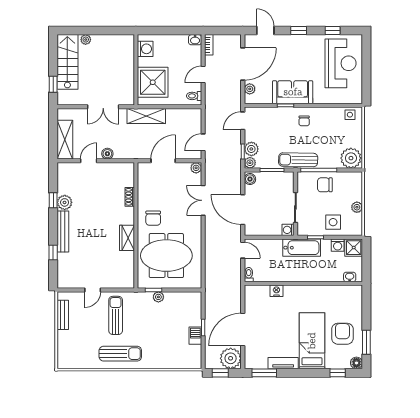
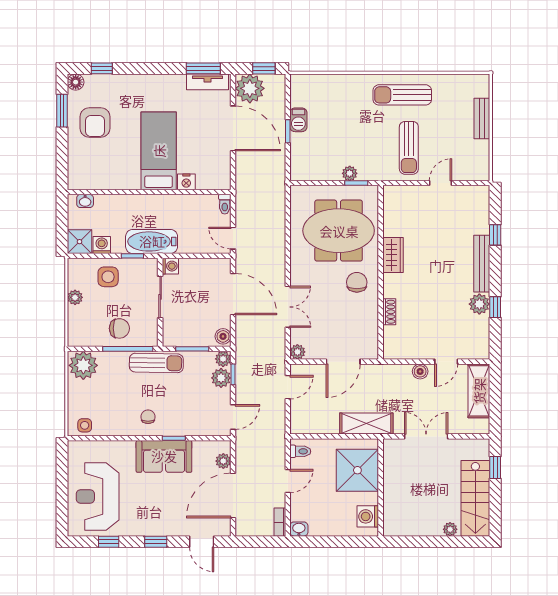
bench: (63, 315) -> (482, 118), moved
door: (243, 329) -> (233, 128), hinge flipped
bed: (312, 341) -> (159, 151), moved, turned 180
tv unit: (283, 363) -> (207, 82), moved

